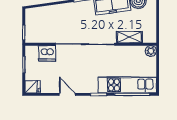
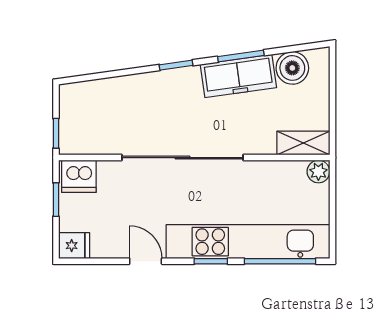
shelving: (129, 37) -> (303, 143), moved
dishwasher: (47, 53) -> (79, 176), moved
kitchen unit: (127, 85) -> (248, 242), width x1.36

